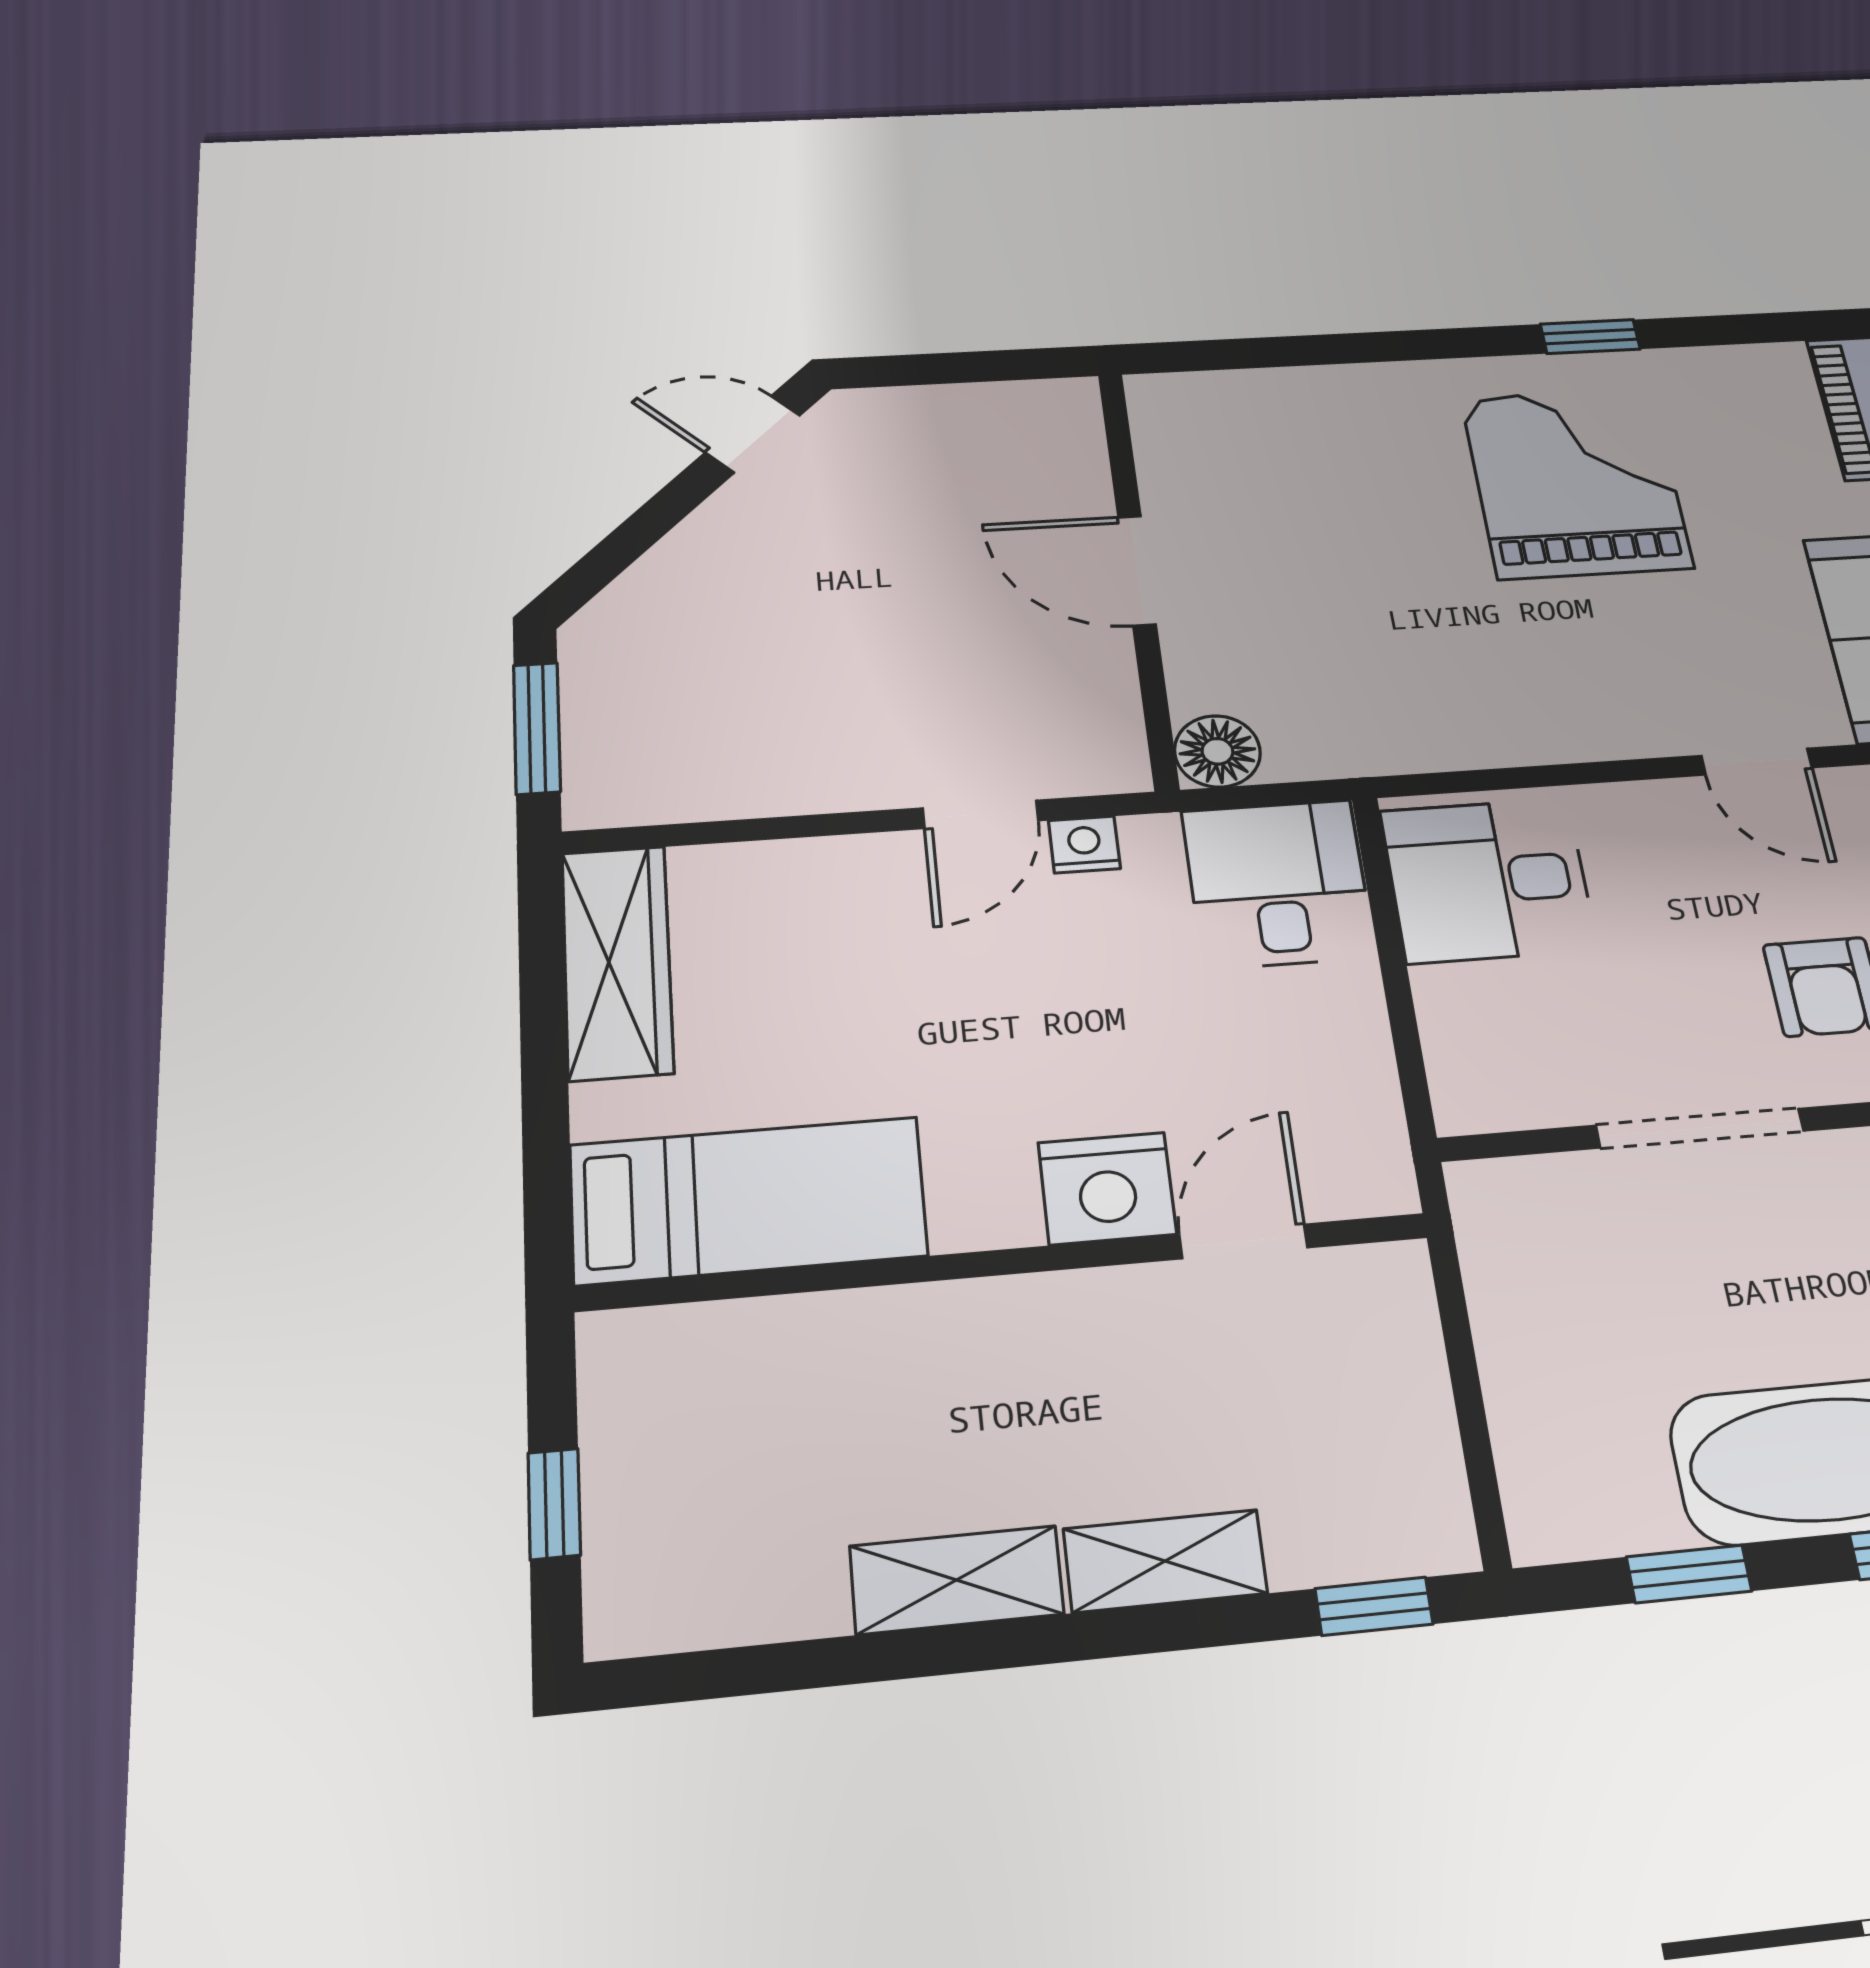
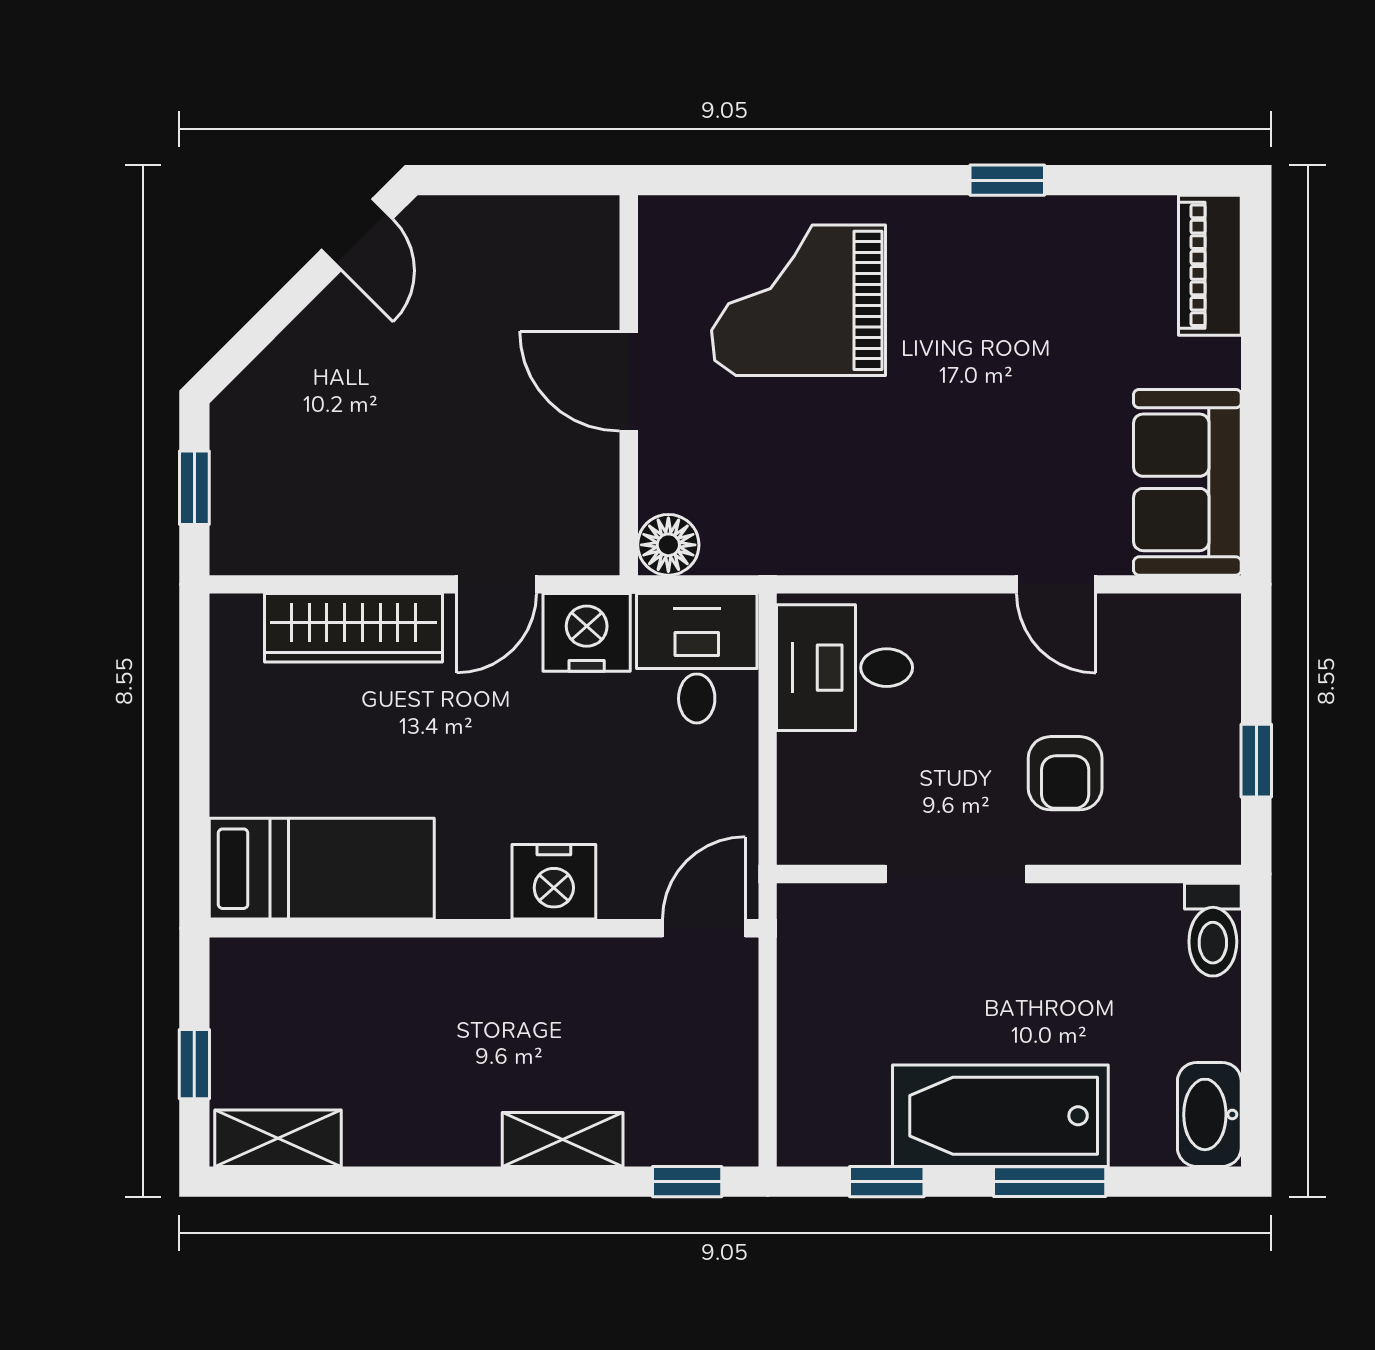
door: (753, 434) -> (357, 234), swing flipped
grand piano: (1576, 482) -> (798, 300), moved, turned -90
window: (537, 728) -> (194, 488), width x0.67
nightstand: (1084, 845) -> (587, 632), width x1.89, depth x1.79
wardrobe: (617, 962) -> (353, 628), moved, turned 90
door: (1243, 1241) -> (704, 928), moved
shelving: (957, 1580) -> (278, 1138), moved

